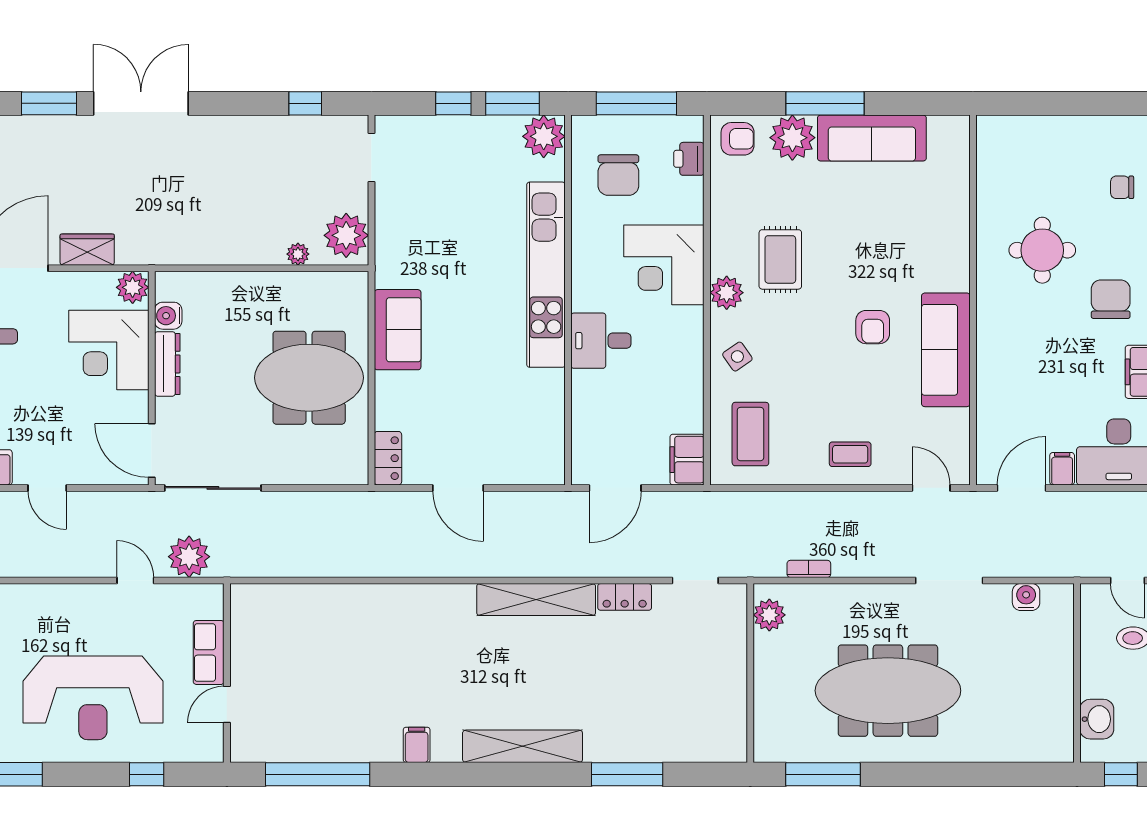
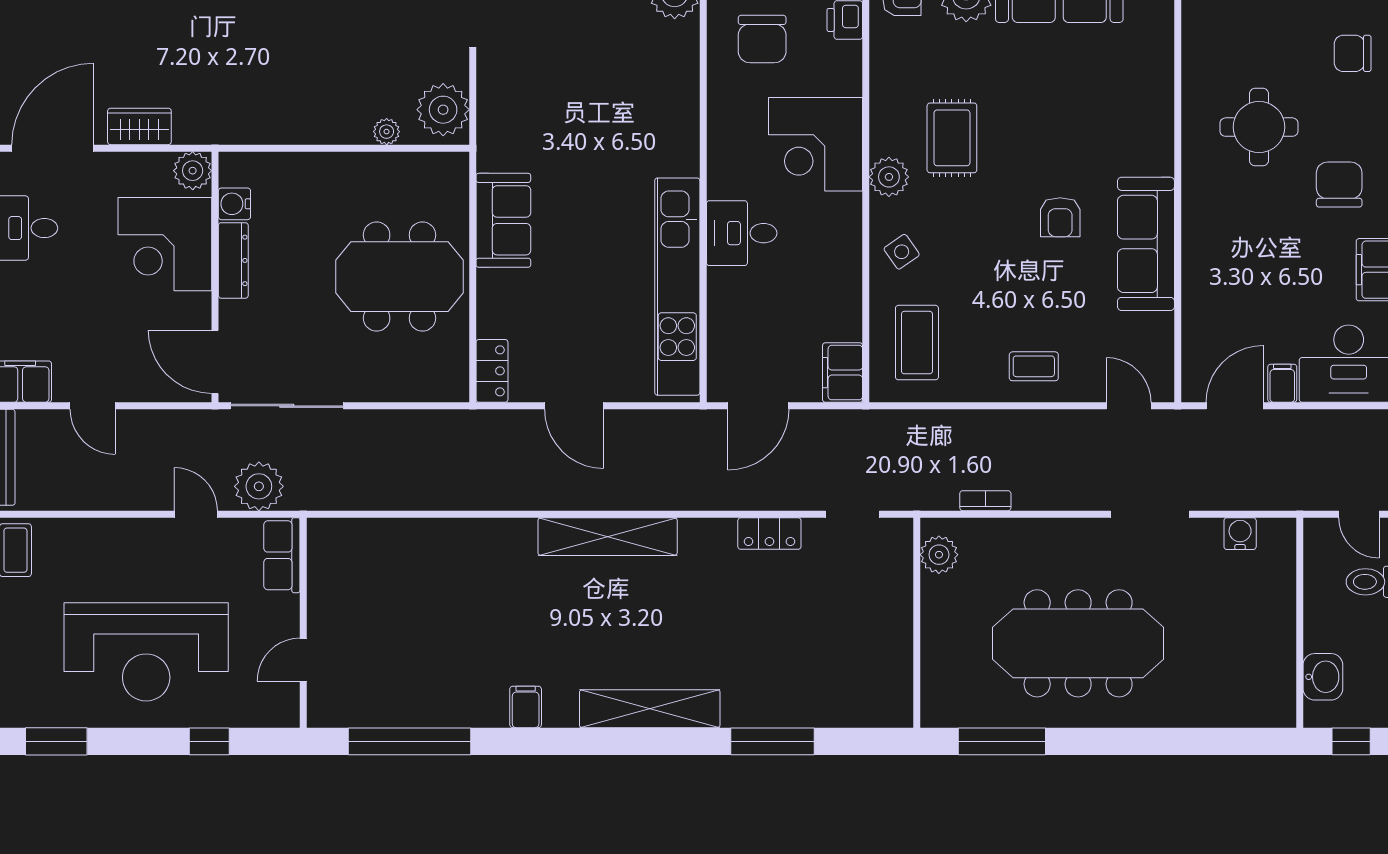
chair: (1122, 187) -> (1353, 53), width x1.37, depth x1.37
kitchen unit: (546, 275) -> (677, 287), moved
shelving: (536, 600) -> (608, 537), moved
row of seats: (209, 652) -> (282, 555), moved

